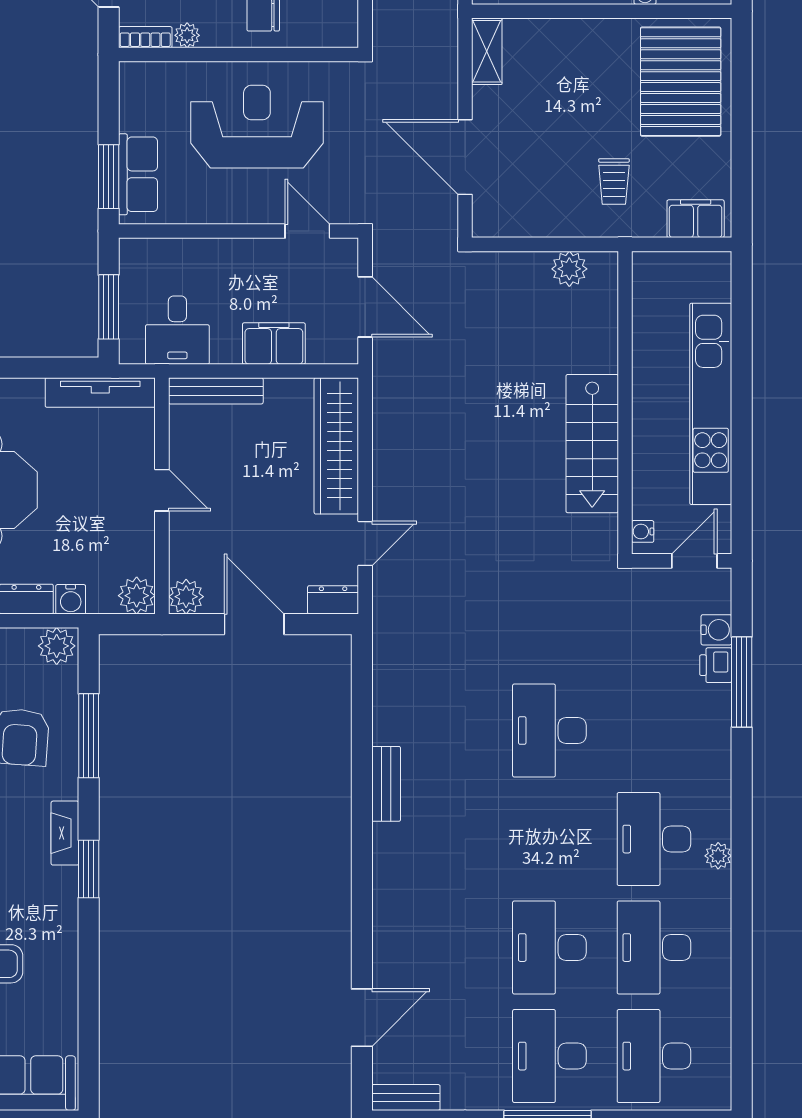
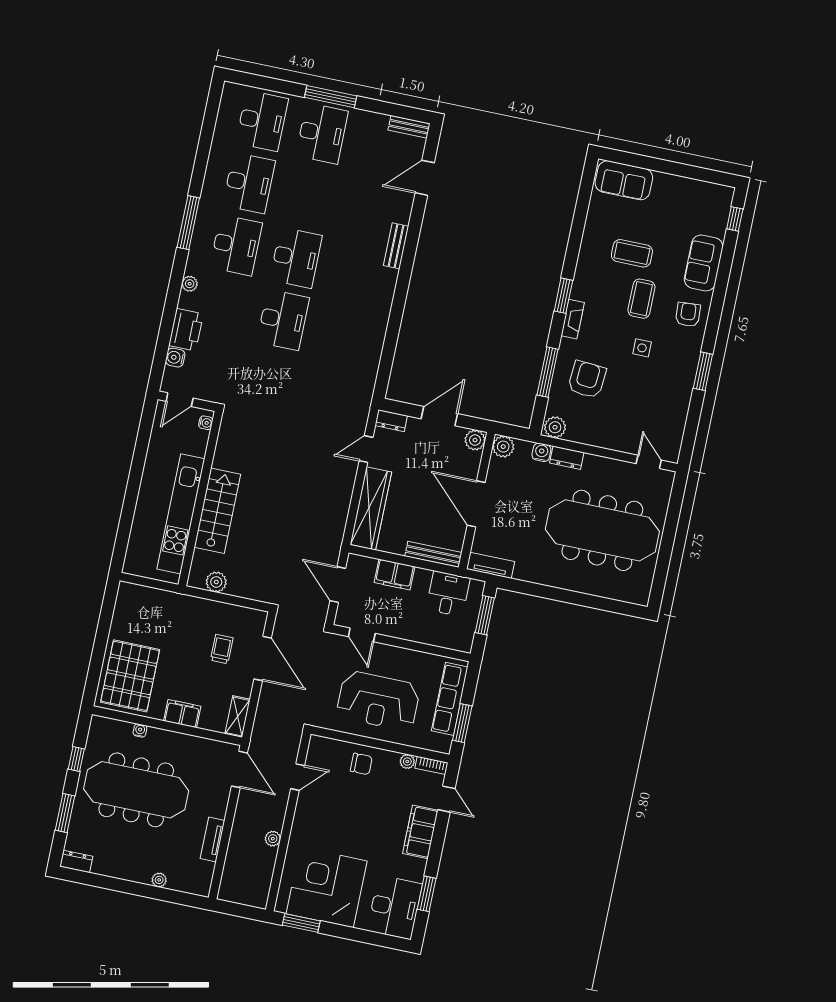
row of seats: (138, 174) -> (450, 699), width x1.48
window: (109, 177) -> (462, 723), moved
trolley: (614, 181) -> (222, 649), moved
filing cabinet: (696, 219) -> (182, 714), moved, turned 180
tv unit: (100, 393) -> (491, 565), width x0.71
kitchen unit: (711, 404) -> (181, 514), moved, turned 180
stairs: (592, 444) -> (217, 511), moved
door: (162, 490) -> (476, 504), width x1.87
door: (254, 624) -> (439, 416), swing flipped
printer: (716, 665) -> (186, 330), width x1.87, depth x1.48
window: (742, 682) -> (188, 223), moved
bench: (386, 784) -> (396, 246), moved
plant: (718, 856) -> (190, 284), moved
desk: (549, 948) -> (296, 258), moved

